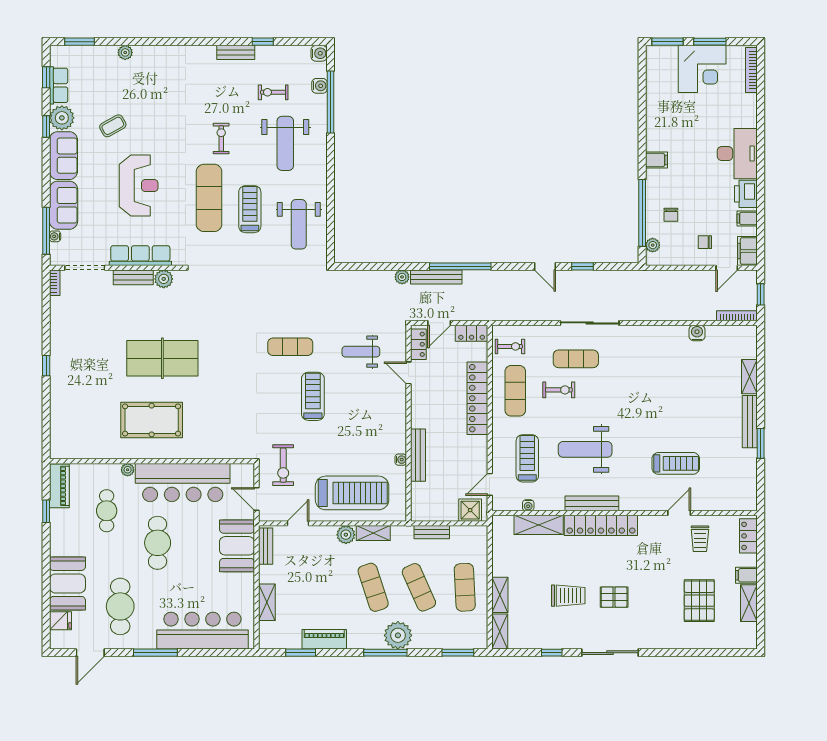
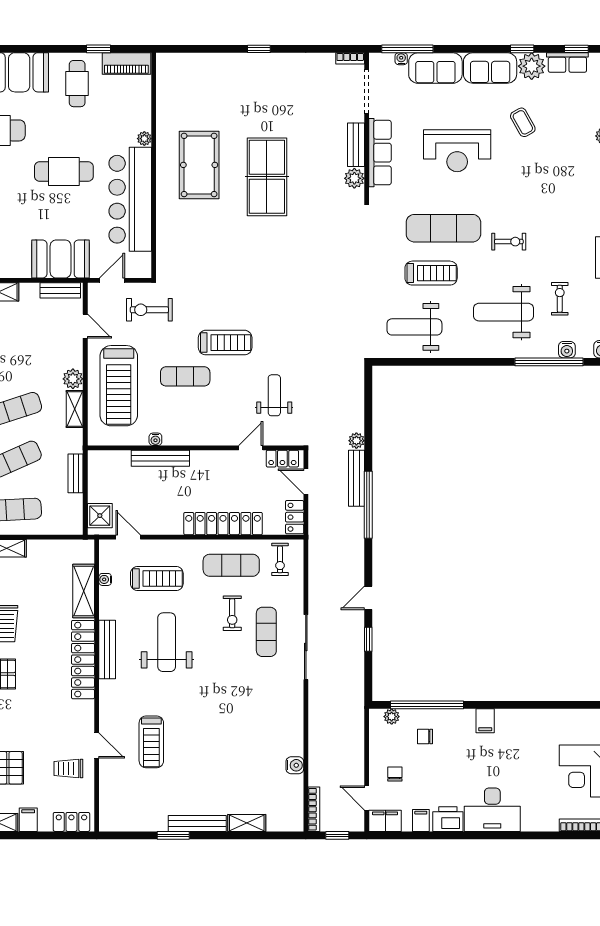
exercise mat: (290, 347) -> (185, 376), moved, turned 90
cafe table: (107, 511) -> (77, 84), moved, turned 90

